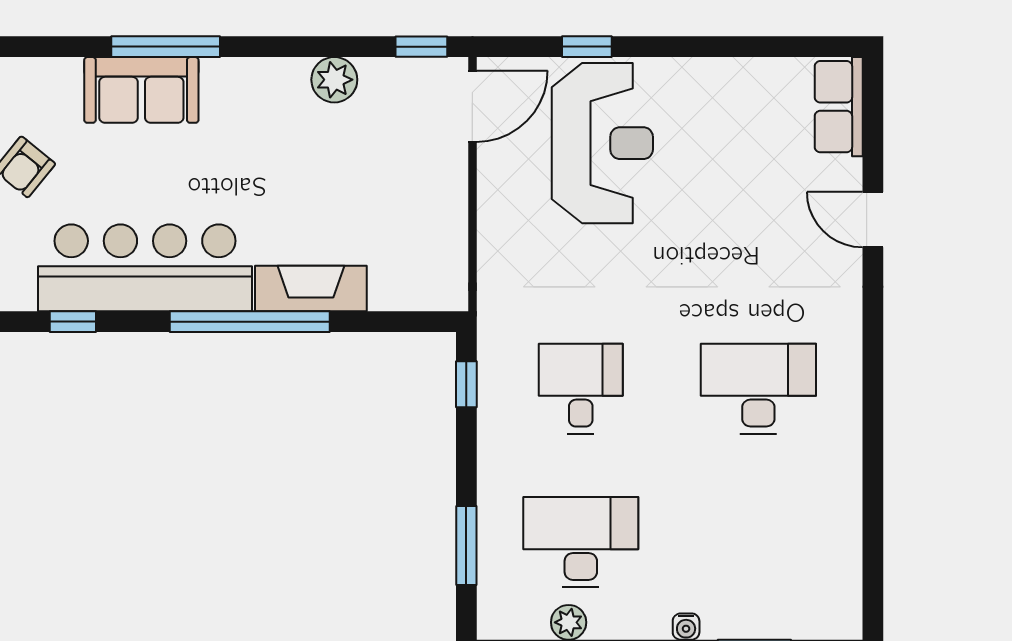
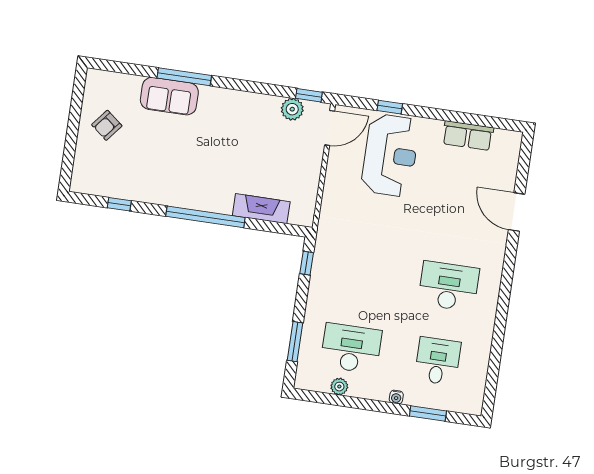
plant: (334, 80) -> (292, 109), moved
row of seats: (839, 107) -> (468, 136), moved, turned -90
door: (873, 220) -> (517, 212), width x1.37
bar counter: (145, 268) -> (158, 183), removed
fireplace: (311, 289) -> (261, 209), moved
desk: (581, 389) -> (438, 361), moved

